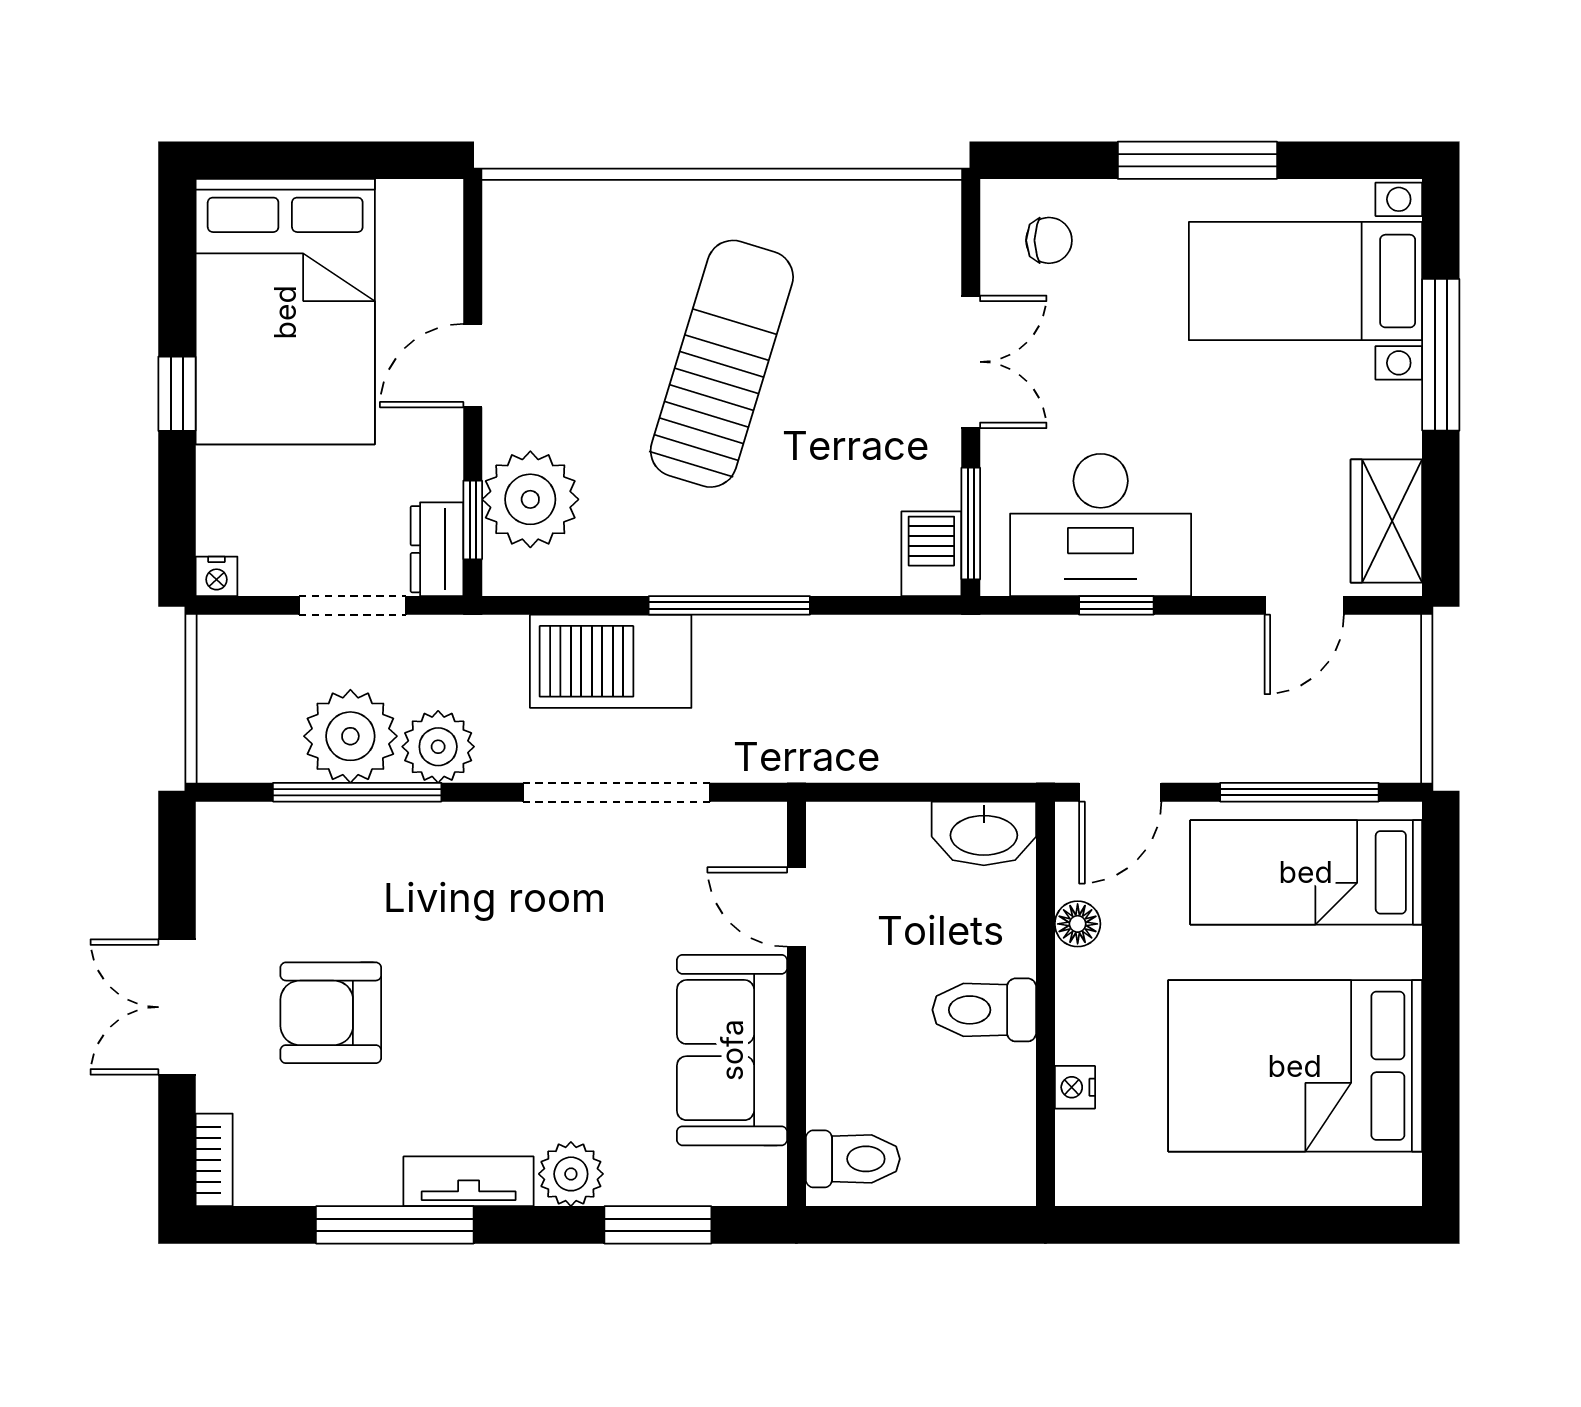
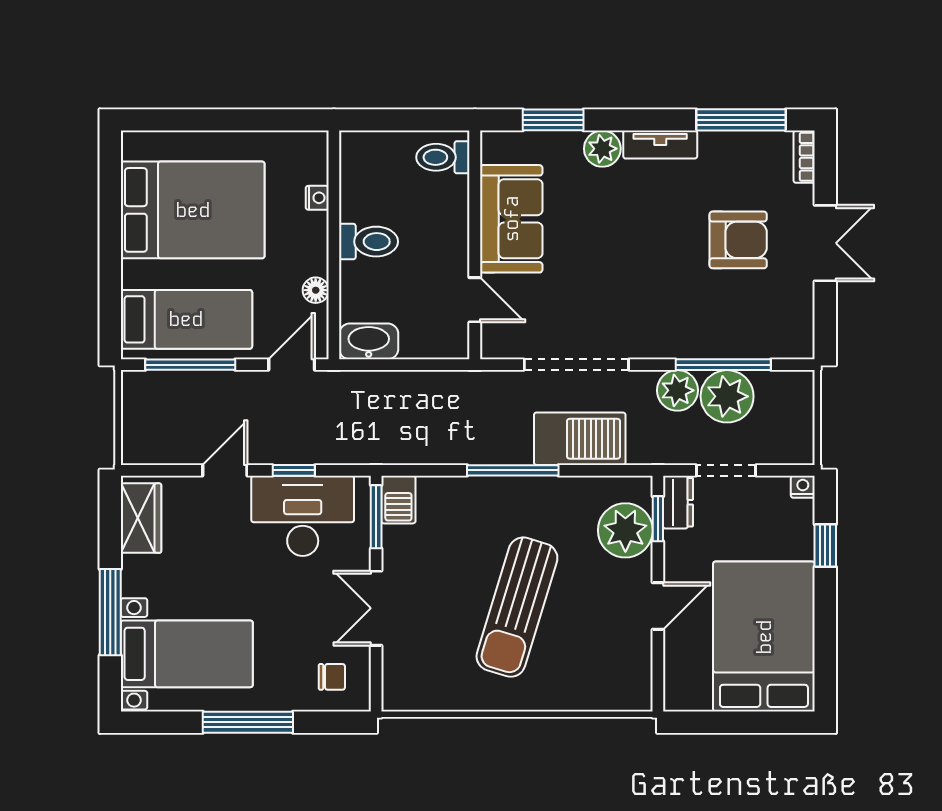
chair: (1049, 240) -> (332, 677), turned 180
window: (177, 394) -> (825, 546), moved
door: (1304, 605) -> (225, 470), moved
window: (395, 1225) -> (741, 120), moved

